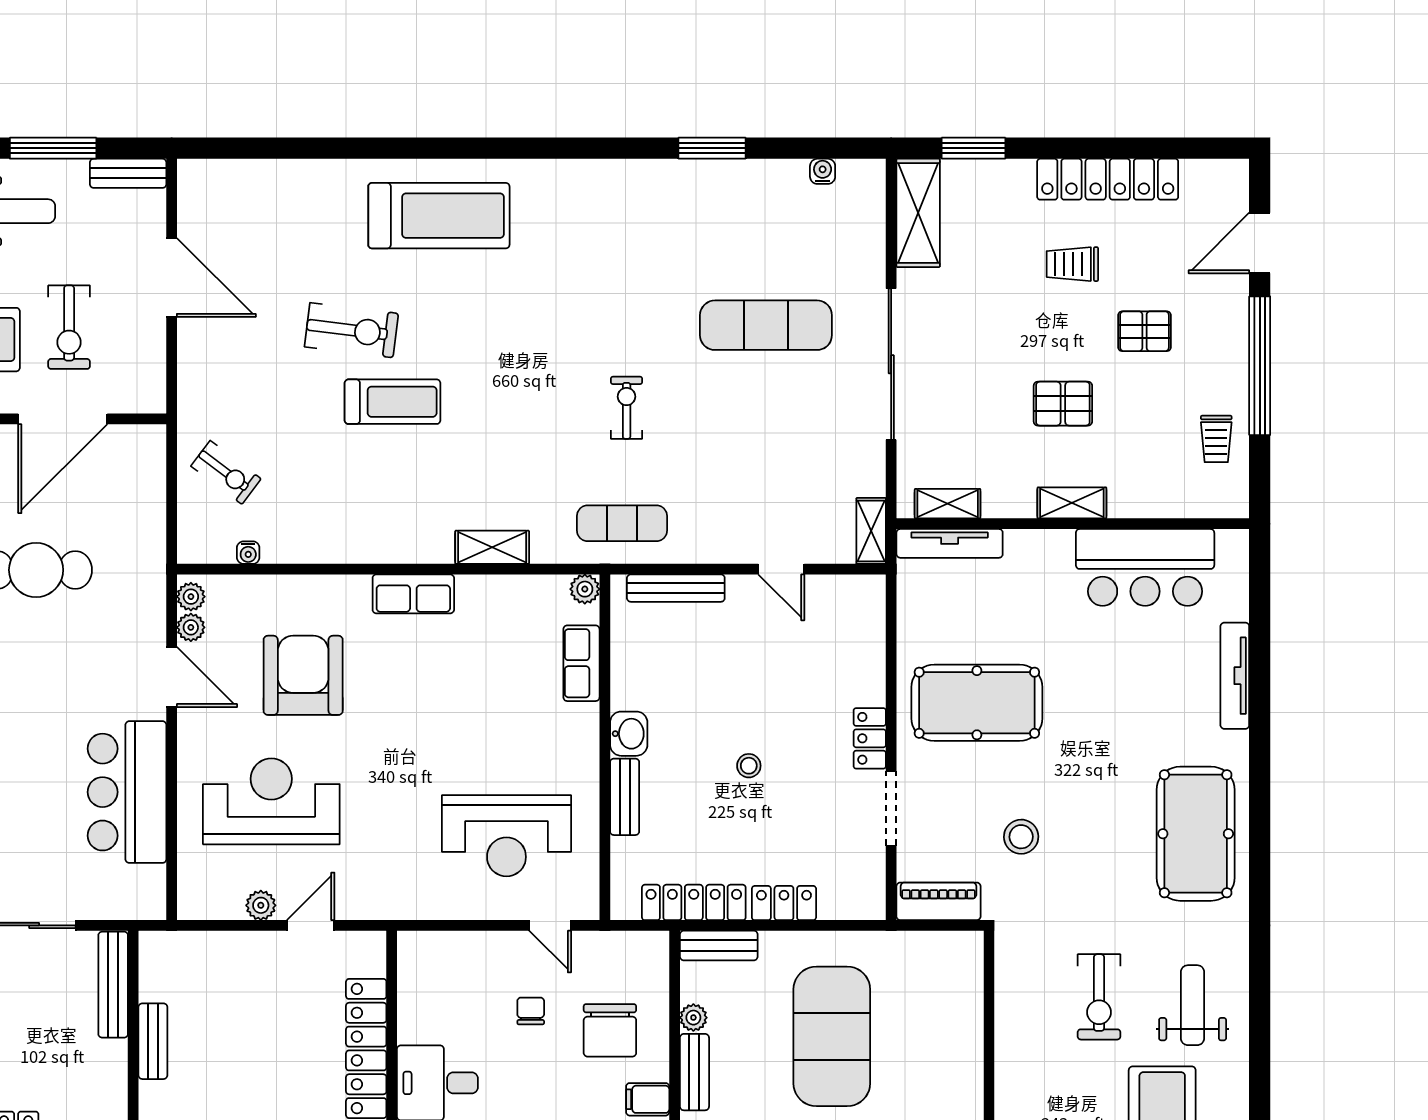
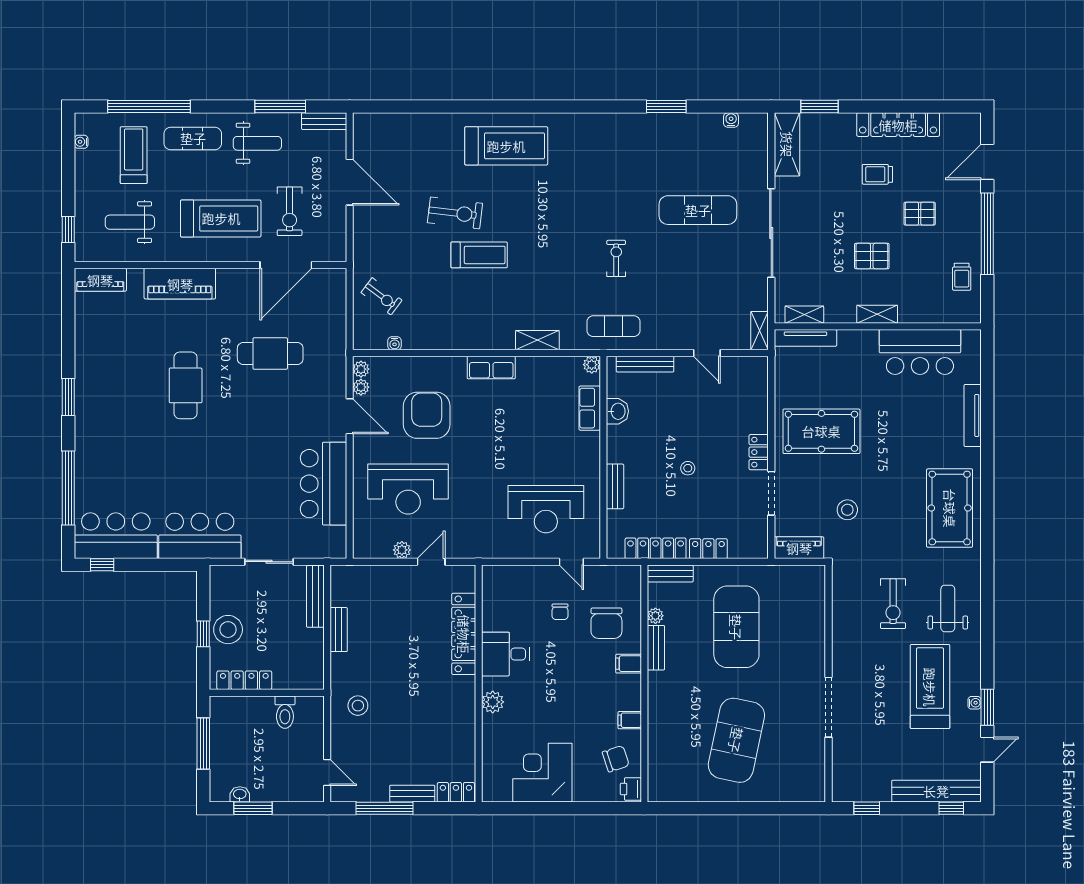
washbasin: (629, 734) -> (617, 411), moved
reception desk: (271, 801) -> (408, 489), turned 180
chair: (531, 1011) -> (560, 612), turned 180

